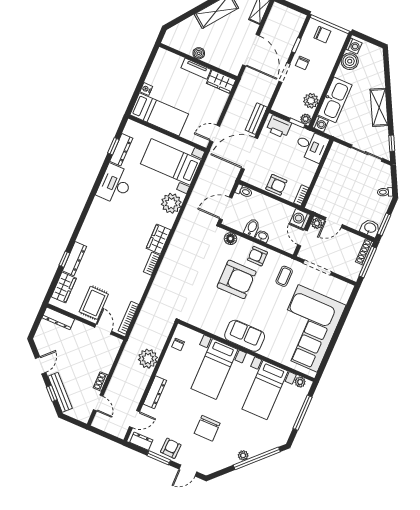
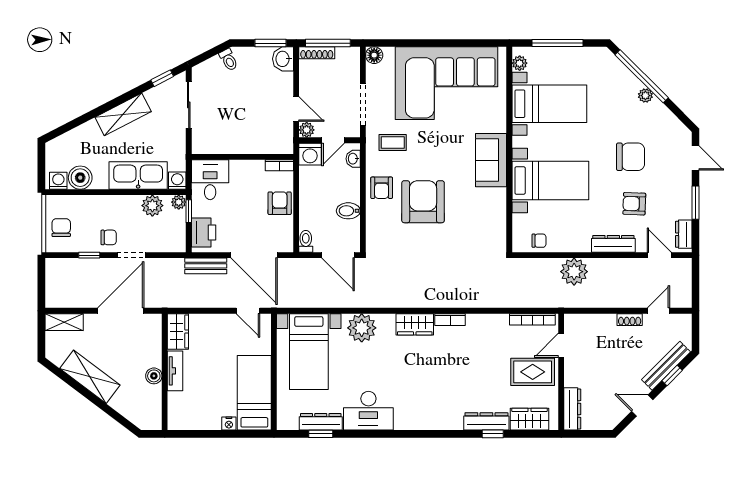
washbasin: (262, 236) -> (353, 159), moved
floor lamp: (230, 239) -> (374, 55), moved
armchair: (171, 448) -> (634, 204), moved

